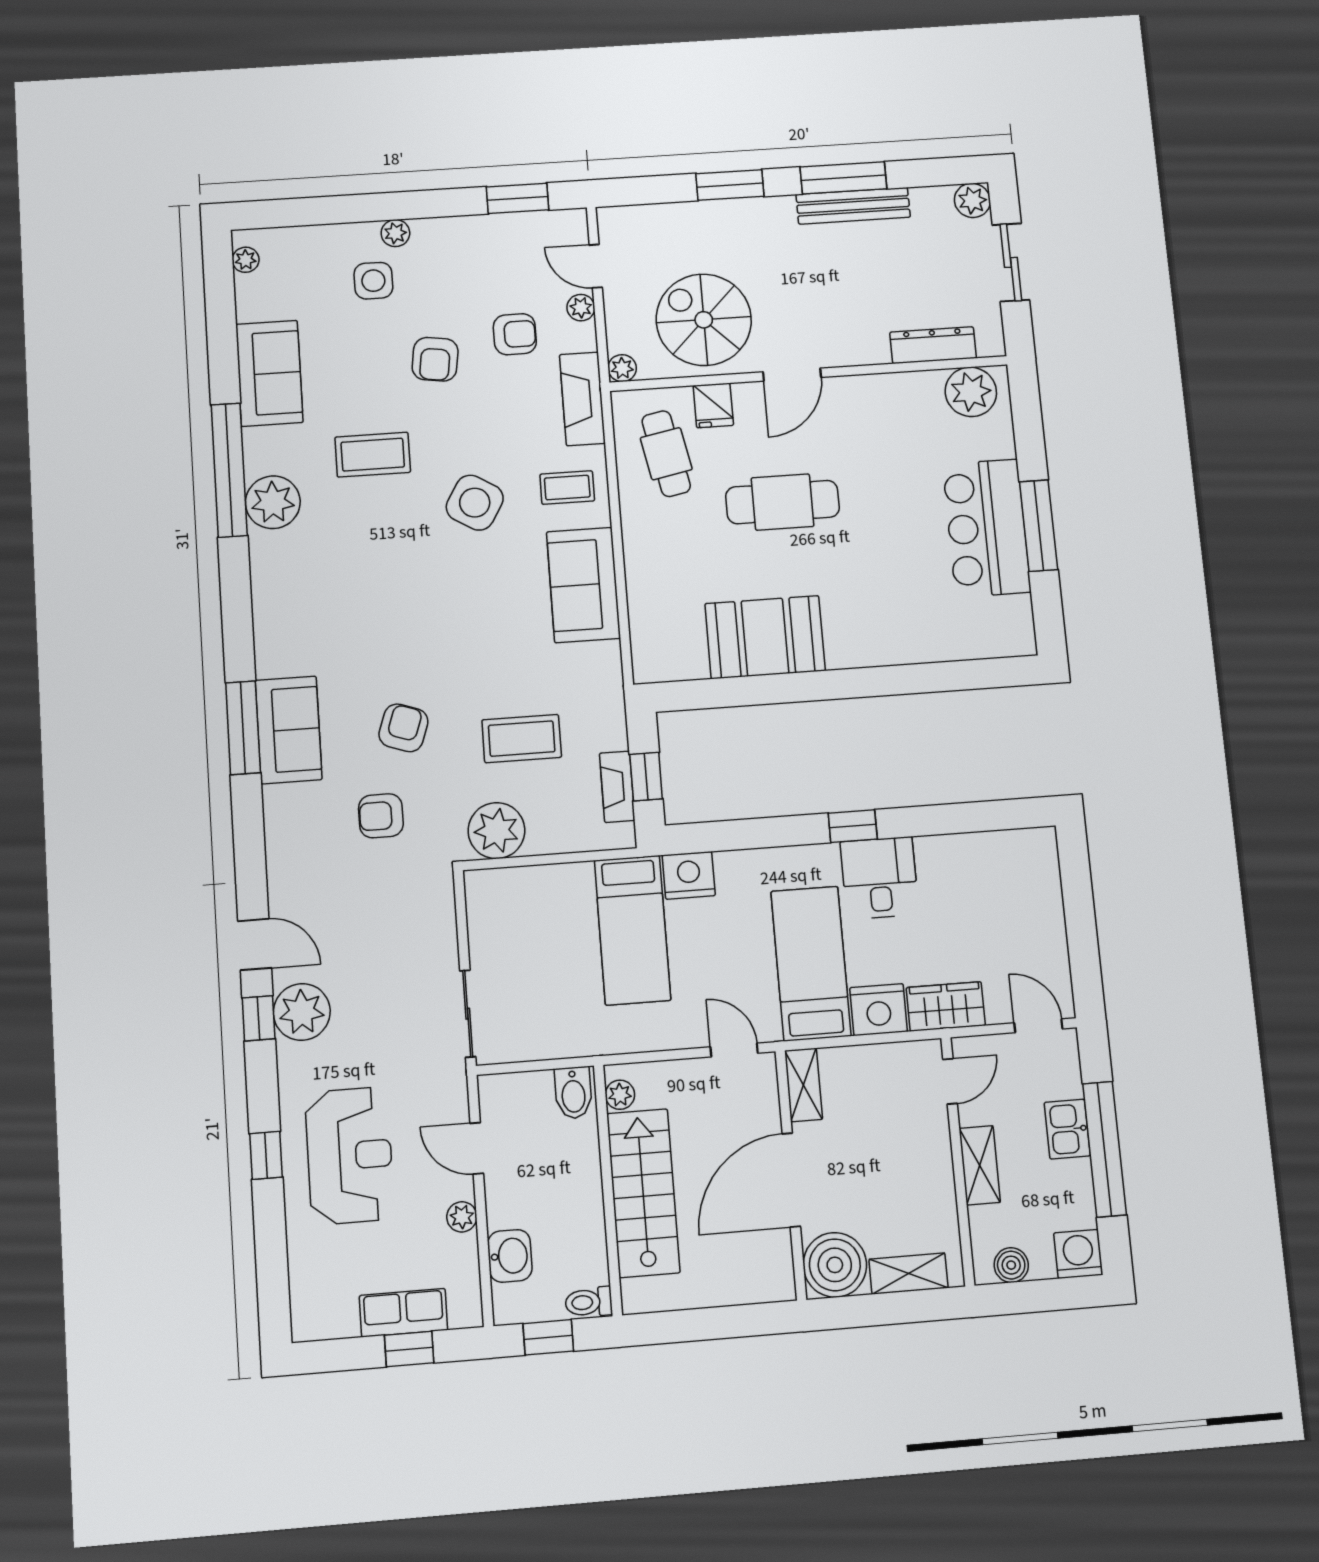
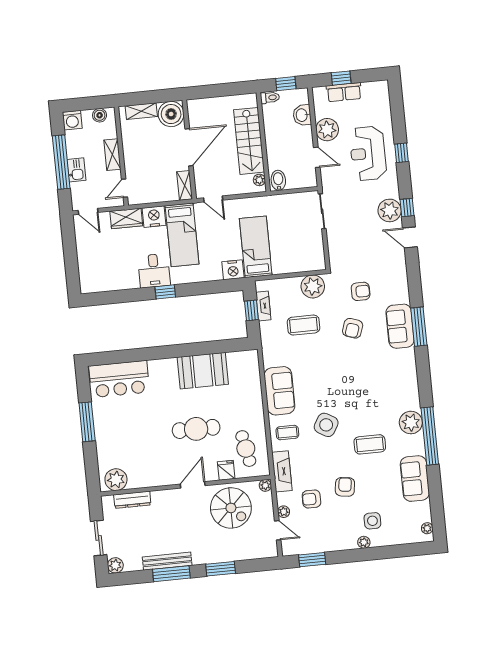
bar counter: (987, 528) -> (119, 379), moved, turned 90
plant: (462, 1217) -> (327, 130), width x1.87, depth x1.87

